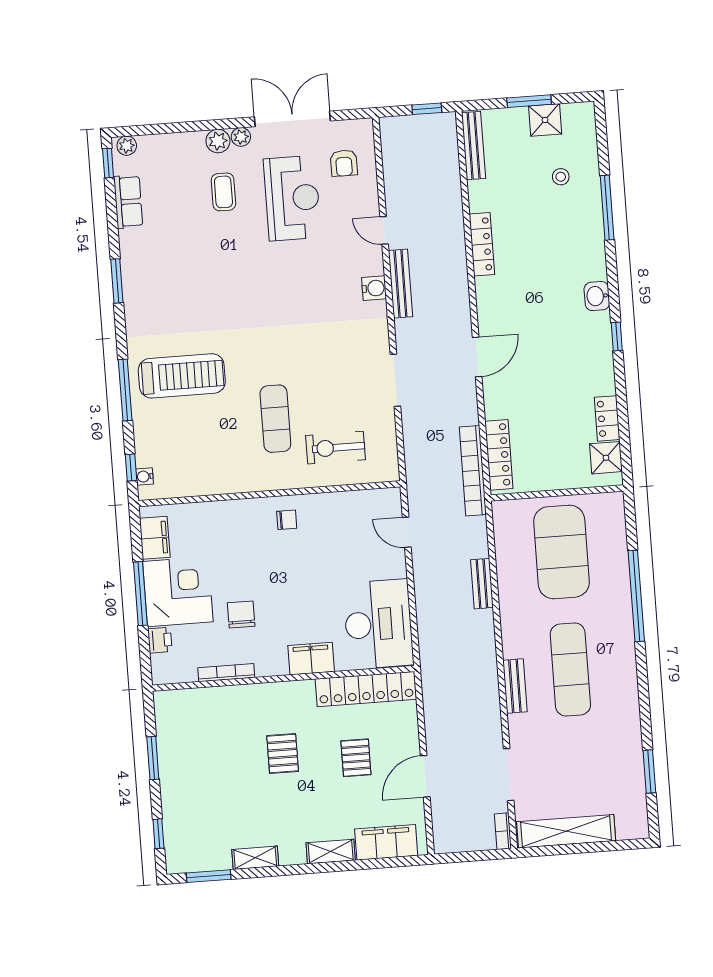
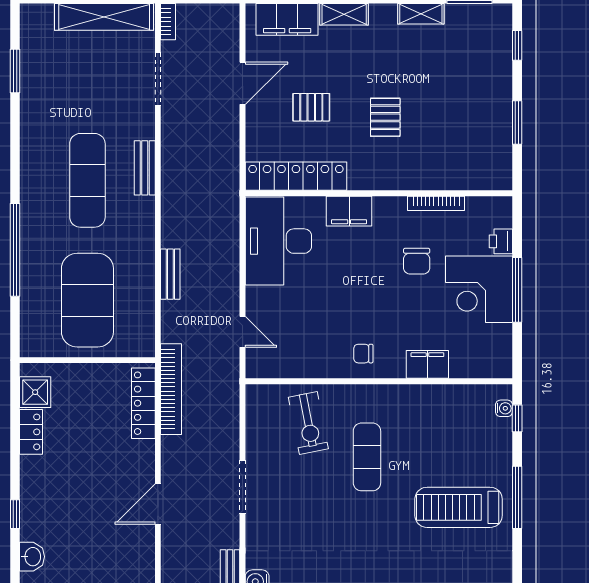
exercise bike: (336, 448) -> (308, 423), turned 79
filing cabinet: (155, 538) -> (427, 364), moved, turned 90
pallet: (356, 758) -> (311, 107), turned 90

